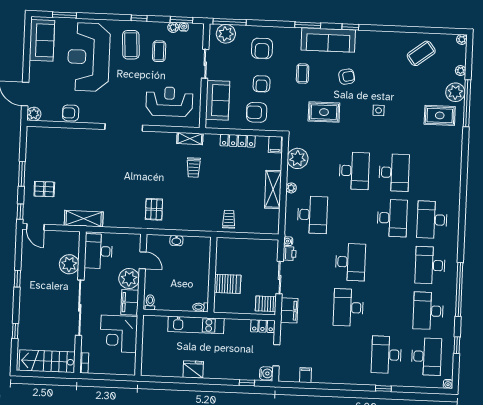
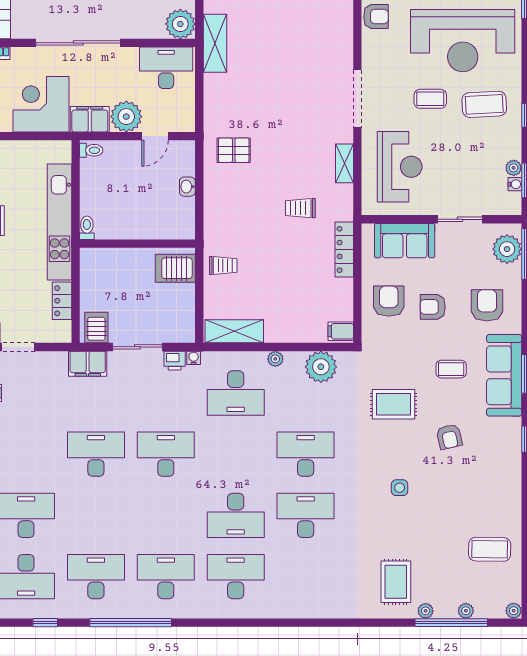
sofa: (328, 40) -> (504, 375), moved
armchair: (262, 48) -> (487, 305), turned 90
coffee table: (159, 51) -> (430, 99), moved
coffee table: (421, 53) -> (490, 549), turned -52
reception desk: (89, 57) -> (463, 41), turned 180
plant: (455, 92) -> (426, 611), width x0.53, depth x0.53
window: (467, 103) -> (451, 623), moved
rug: (324, 112) -> (394, 404), turned 90
armchair: (71, 113) -> (376, 17), turned 90
shelving: (190, 138) -> (344, 163), moved
locker: (238, 141) -> (344, 249), moved
desk: (354, 171) -> (306, 454), turned 180
desk: (394, 172) -> (306, 515), turned 180
shelving: (273, 189) -> (234, 331), moved
desk: (350, 262) -> (166, 454), turned 180
plant: (69, 264) -> (180, 24), moved
server rack: (227, 284) -> (175, 268), moved, turned 90
kitchen unit: (196, 325) -> (60, 222), width x1.36
locker: (263, 326) -> (62, 301), moved

